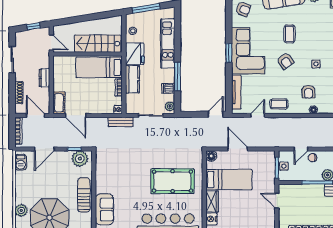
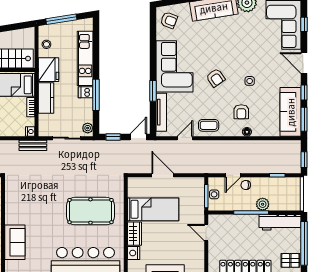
coffee table: (289, 34) -> (220, 48), removed
window: (229, 53) -> (153, 91), moved
dishwasher: (168, 88) -> (86, 92), moved
window: (193, 114) -> (113, 137), added
floor lamp: (211, 156) -> (134, 183), removed

